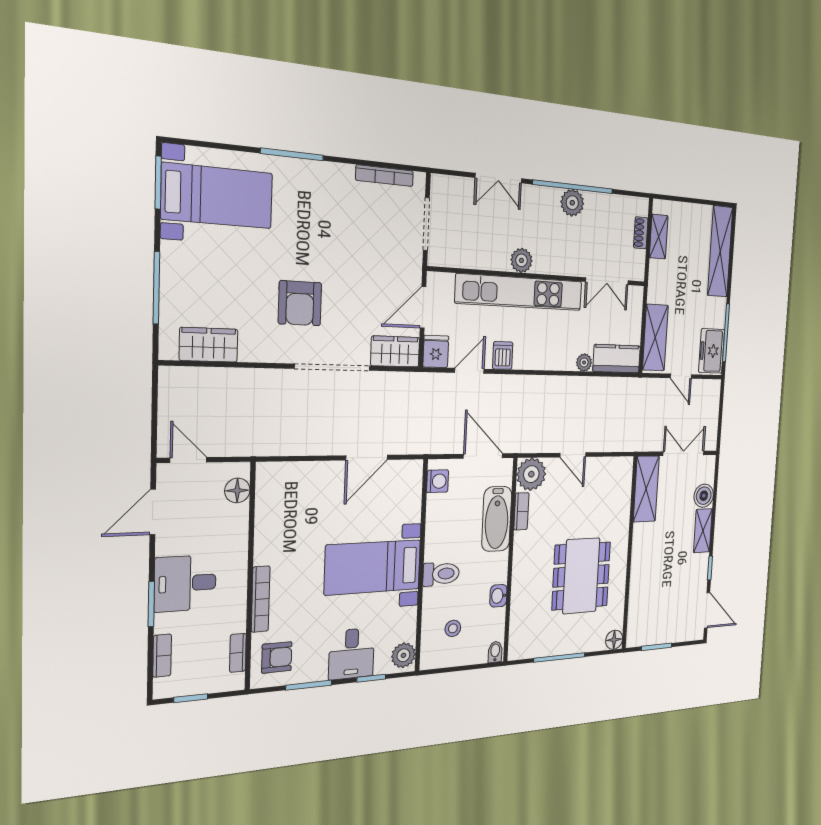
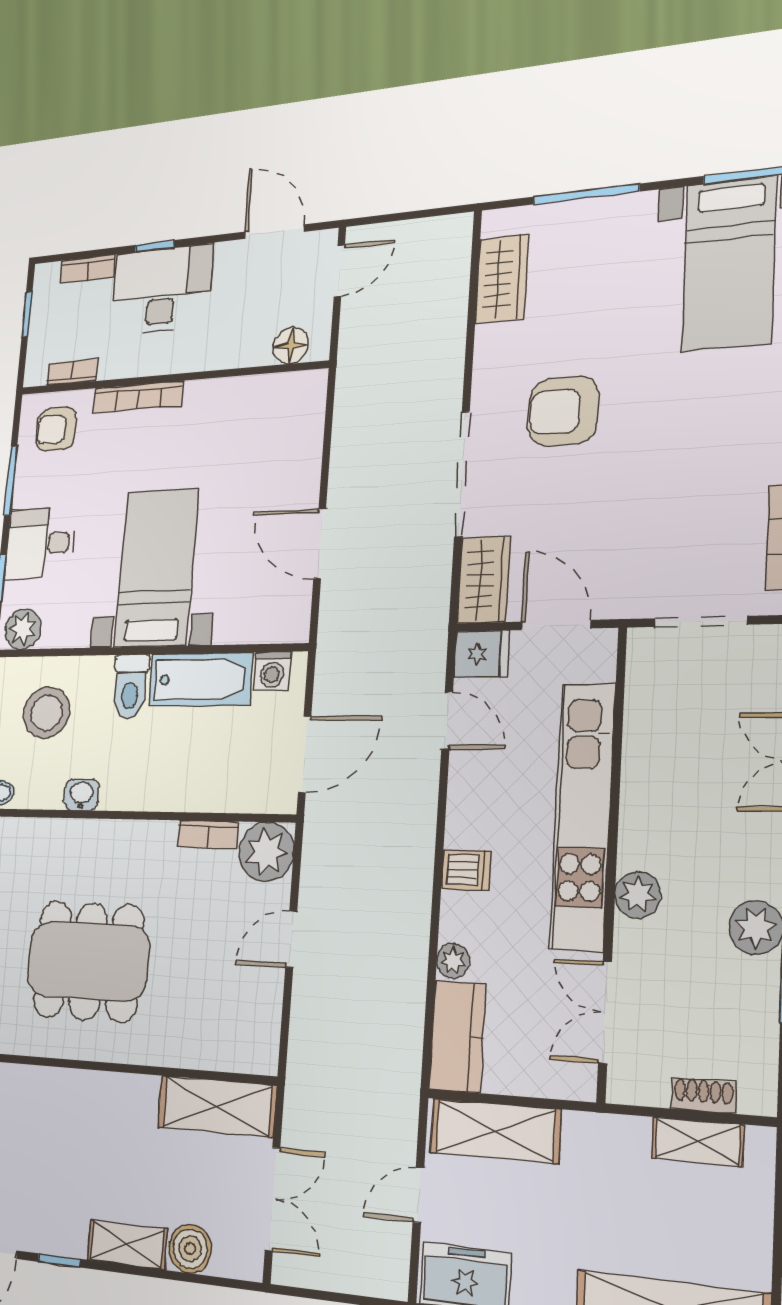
plant: (521, 260) -> (638, 895), moved
dishwasher: (503, 355) -> (466, 870), moved
bathtub: (497, 519) -> (200, 679), moved, turned 180
desk: (185, 583) -> (162, 289), width x1.37
window: (151, 604) -> (155, 246), width x0.67
stool: (453, 628) -> (46, 713), width x1.89, depth x1.89
armchair: (277, 657) -> (56, 429), turned 90

